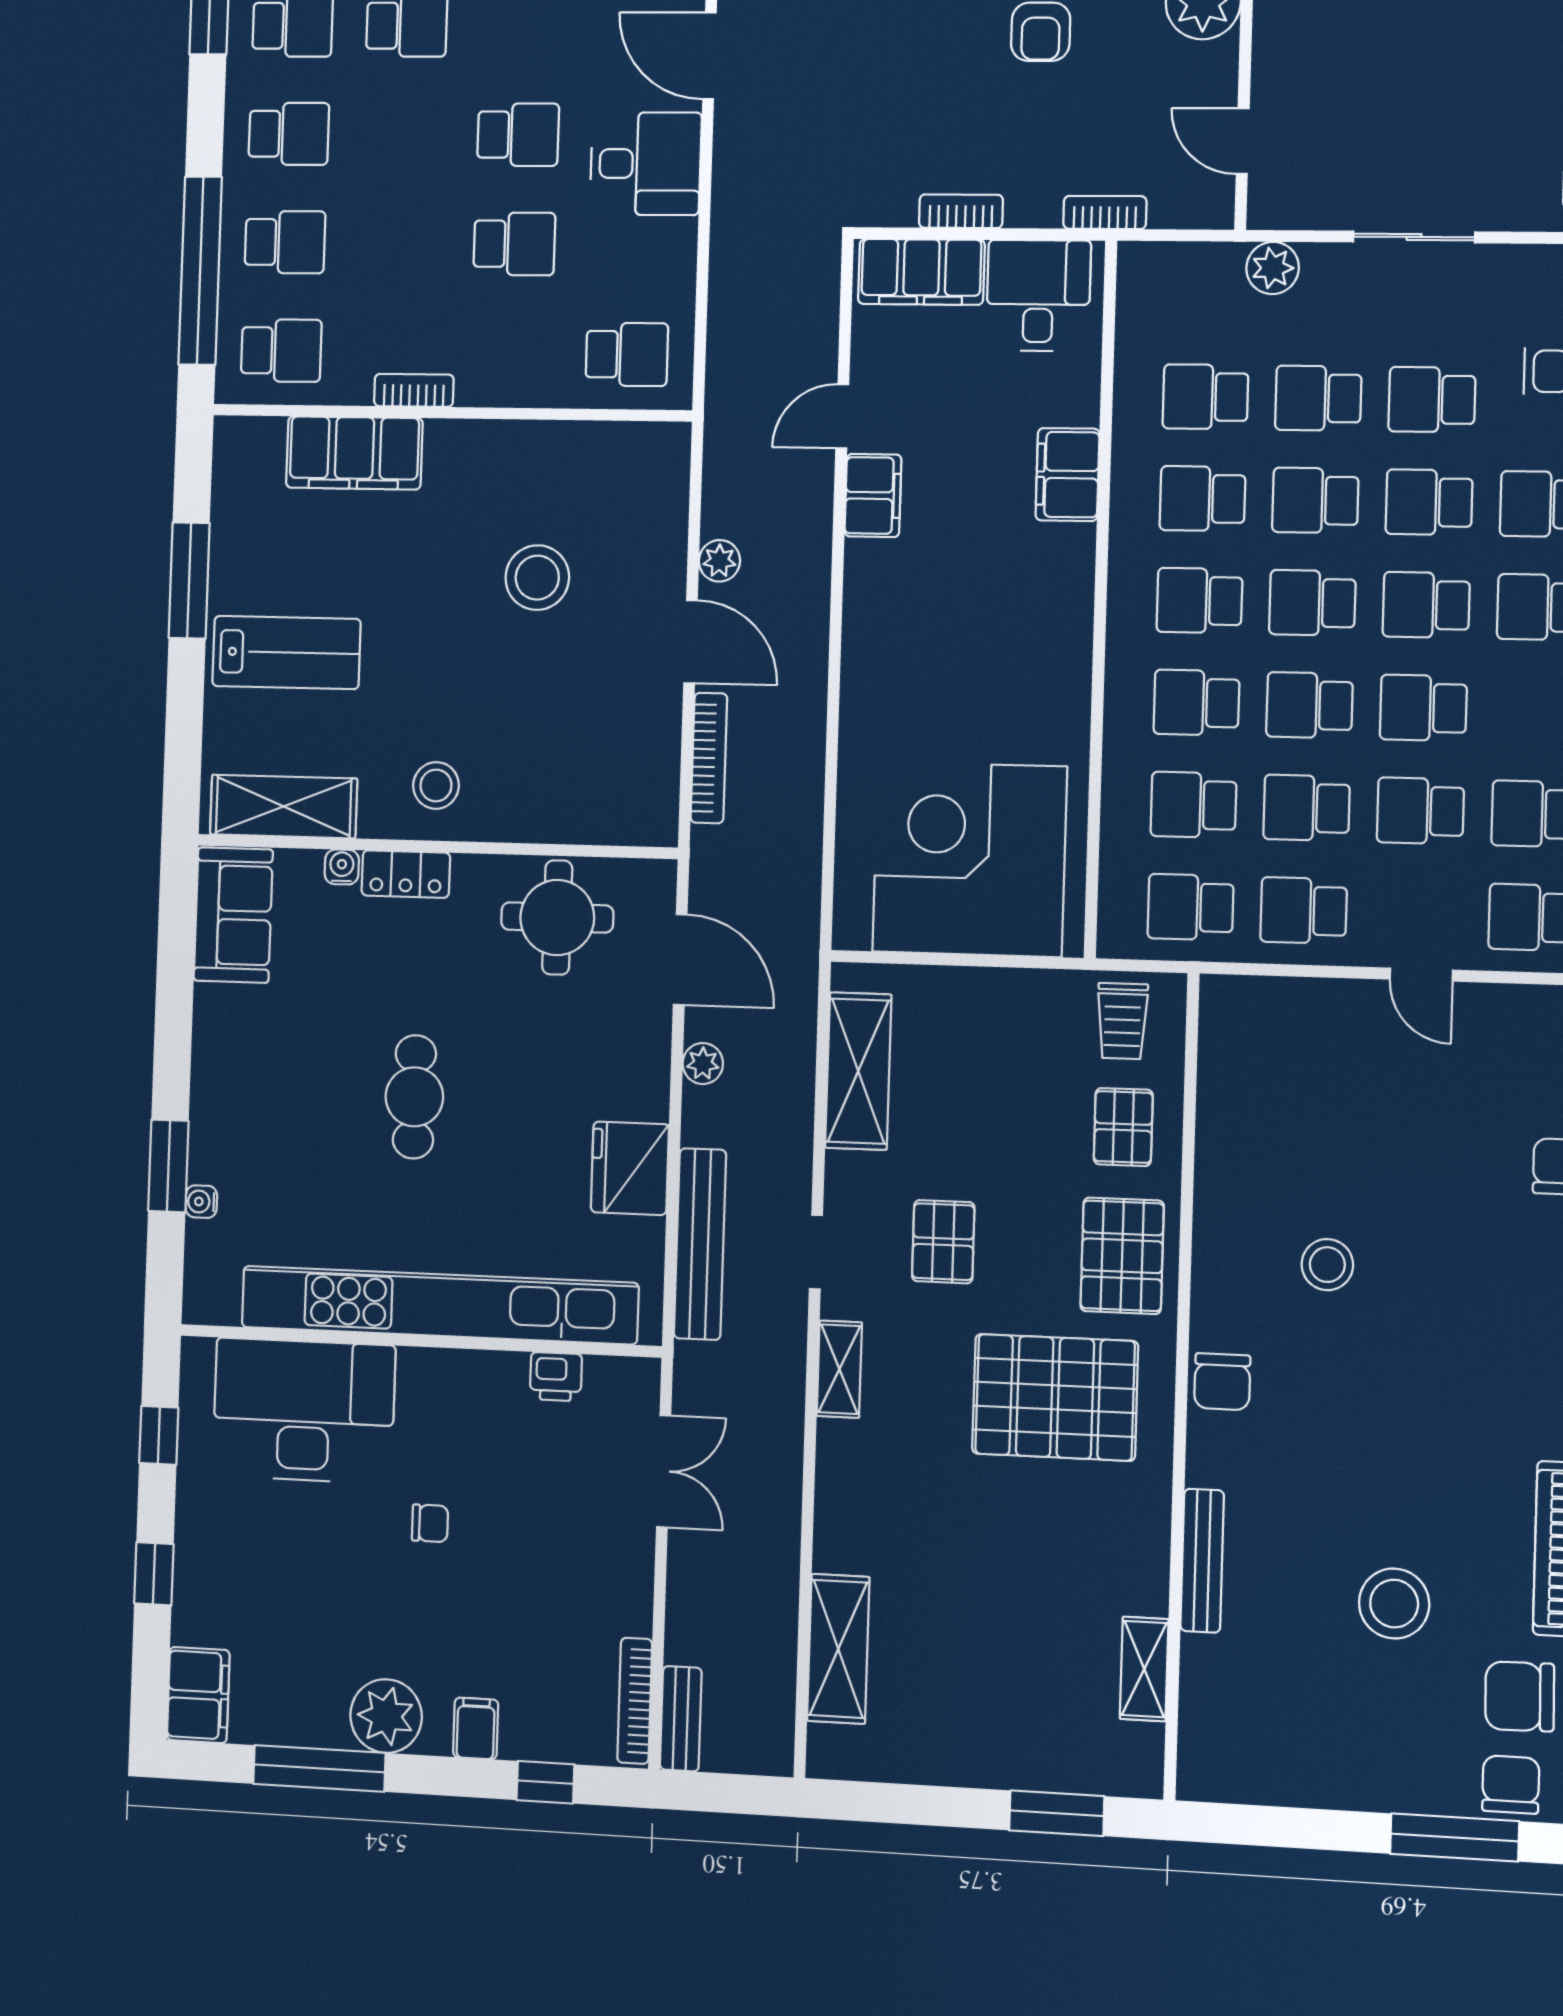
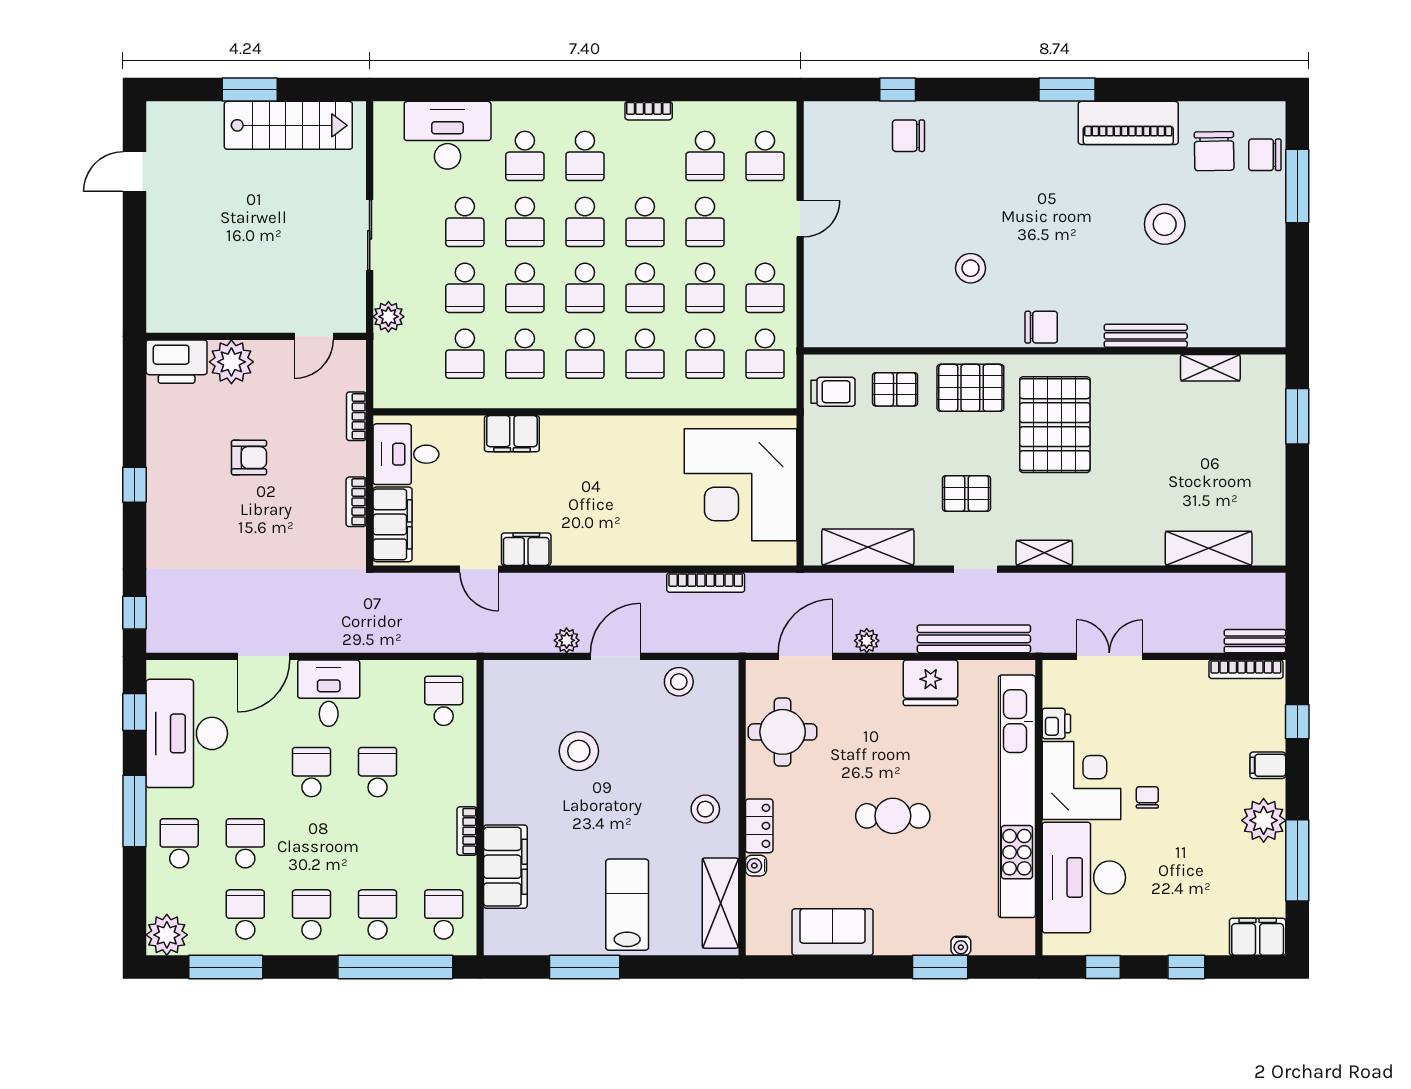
stool: (645, 747) -> (679, 682), added
bookcase: (709, 758) -> (706, 582), moved, turned 180
sofa: (233, 915) -> (833, 932), moved
corner desk: (461, 1414) -> (1081, 781), added

